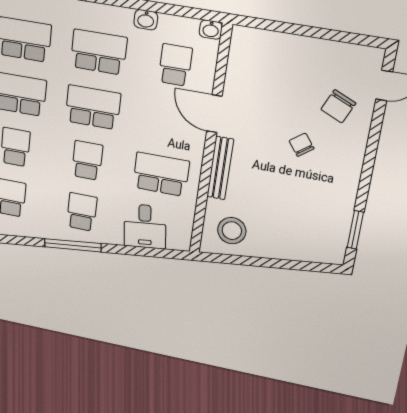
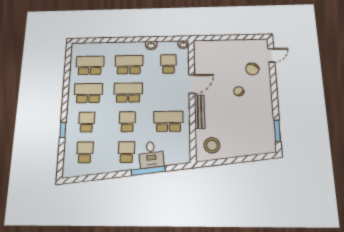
door: (214, 114) -> (192, 84), swing flipped
desk: (145, 226) -> (151, 155), moved
window: (73, 245) -> (148, 171), moved

